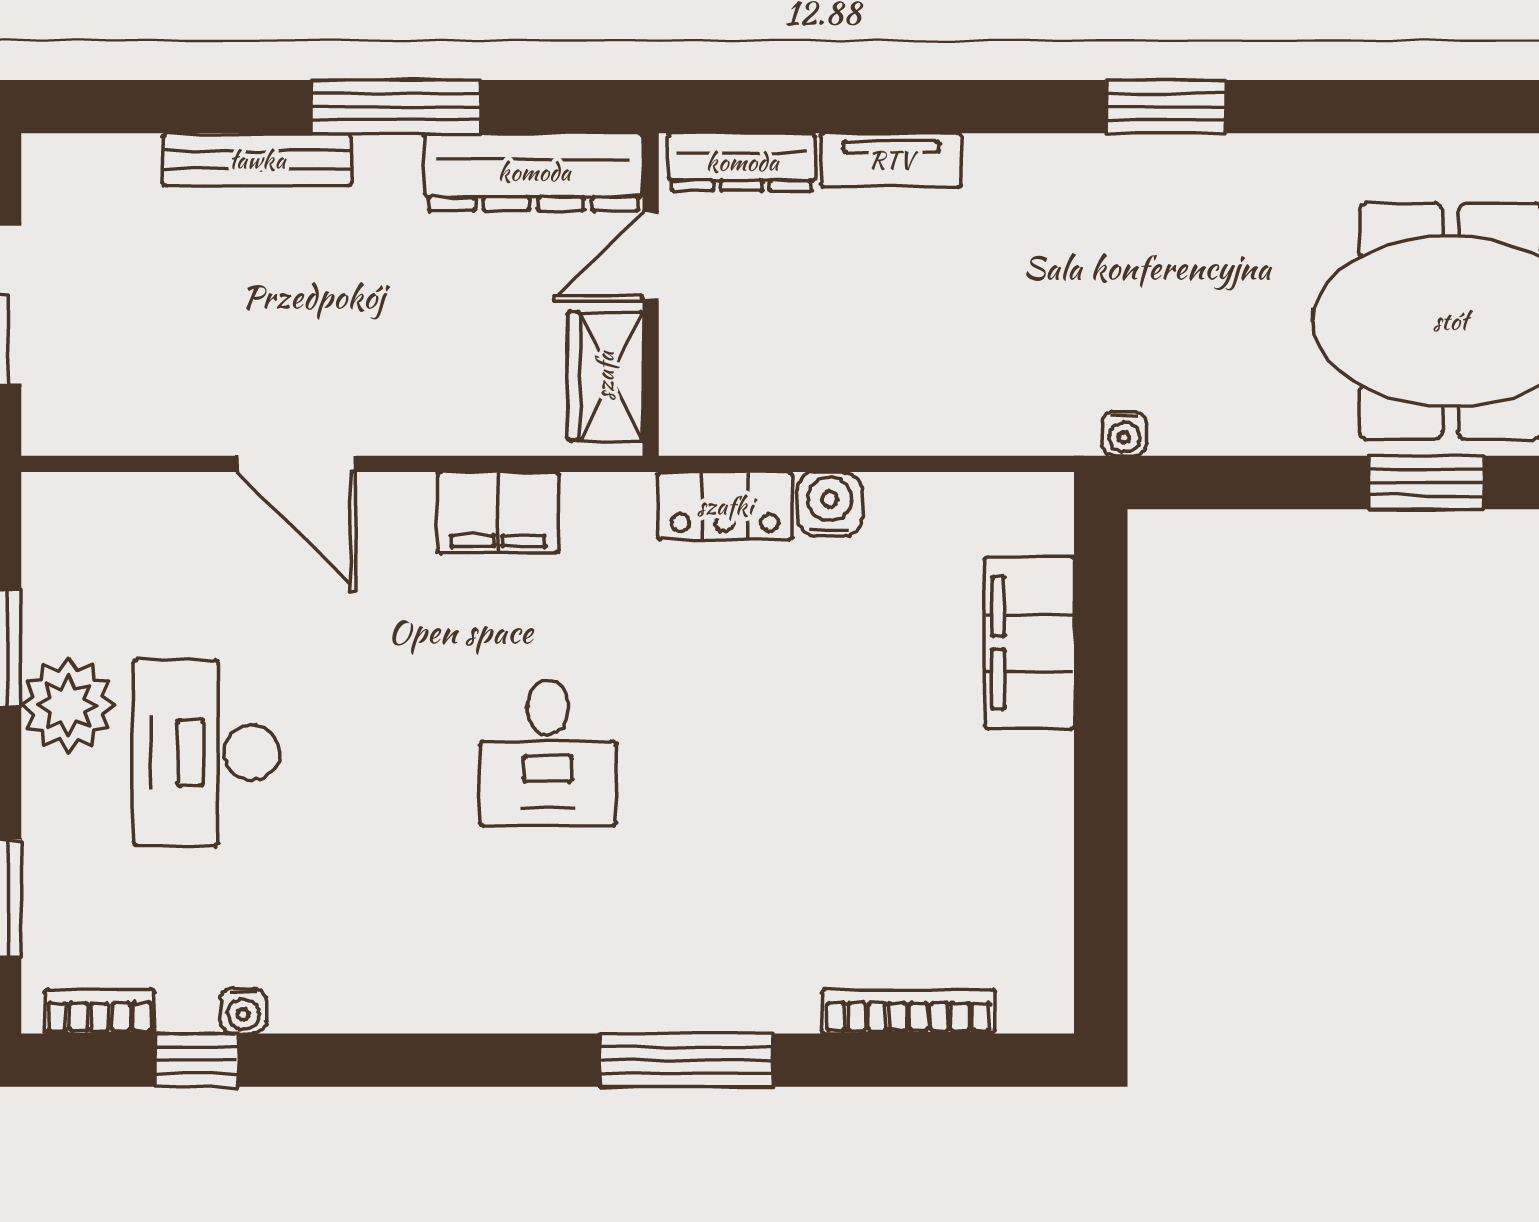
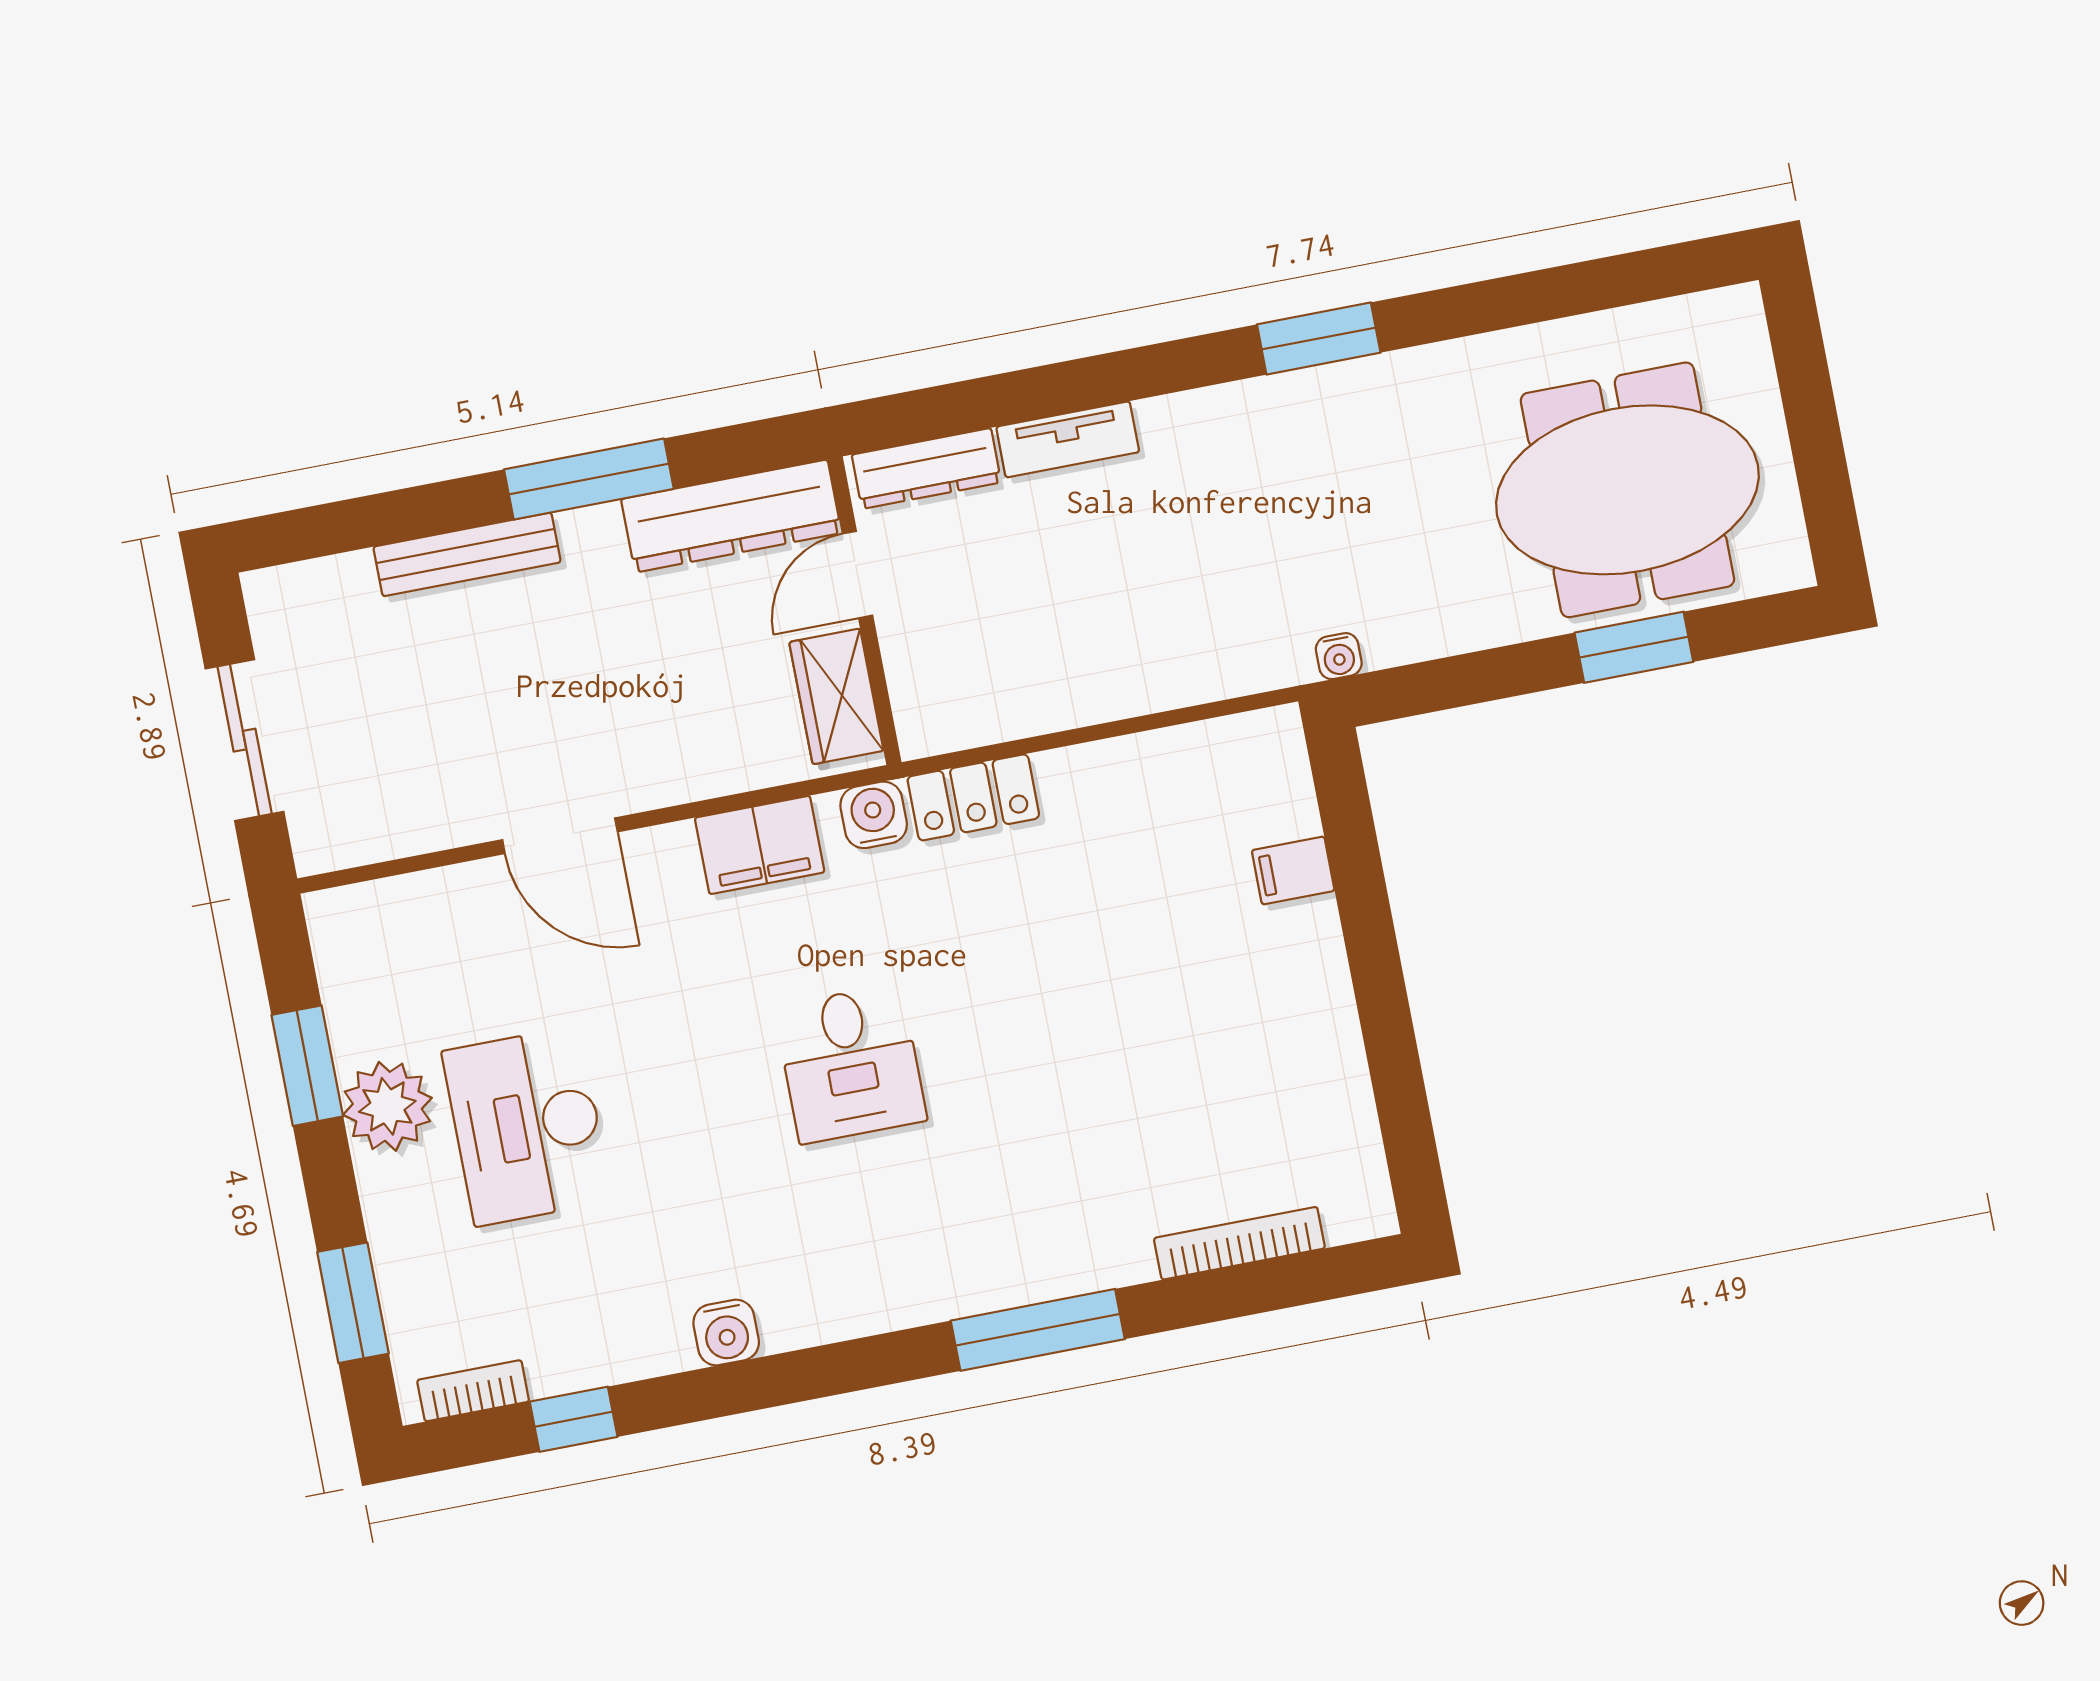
water cooler: (830, 504) -> (874, 815), moved
filing cabinet: (1029, 643) -> (1293, 870), width x0.33, depth x0.86
water cooler: (243, 1011) -> (726, 1332), moved, width x1.38, depth x1.38

